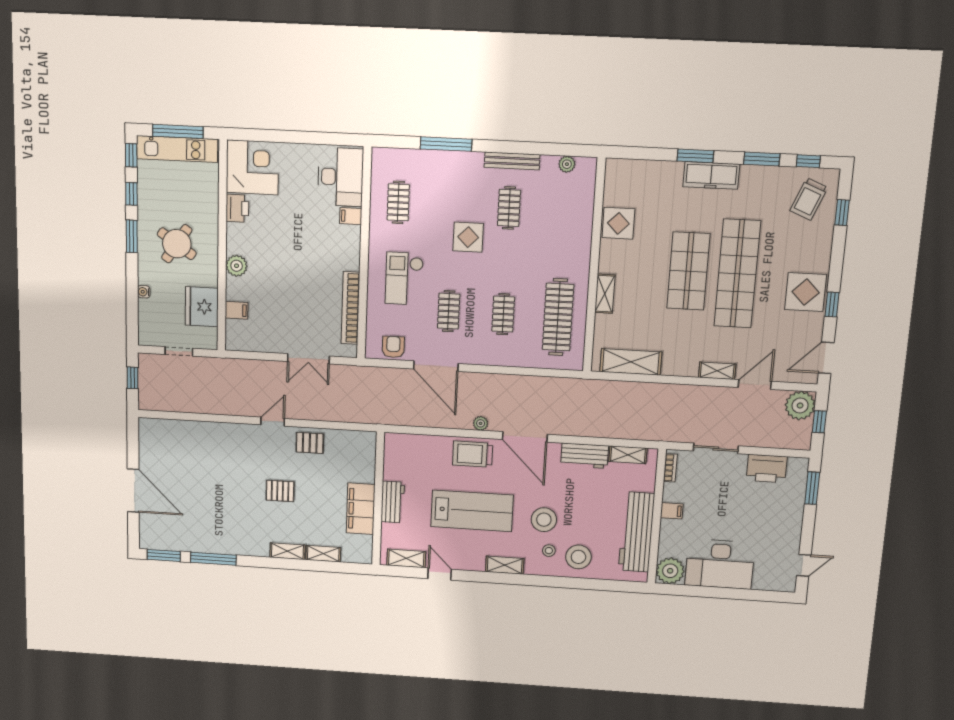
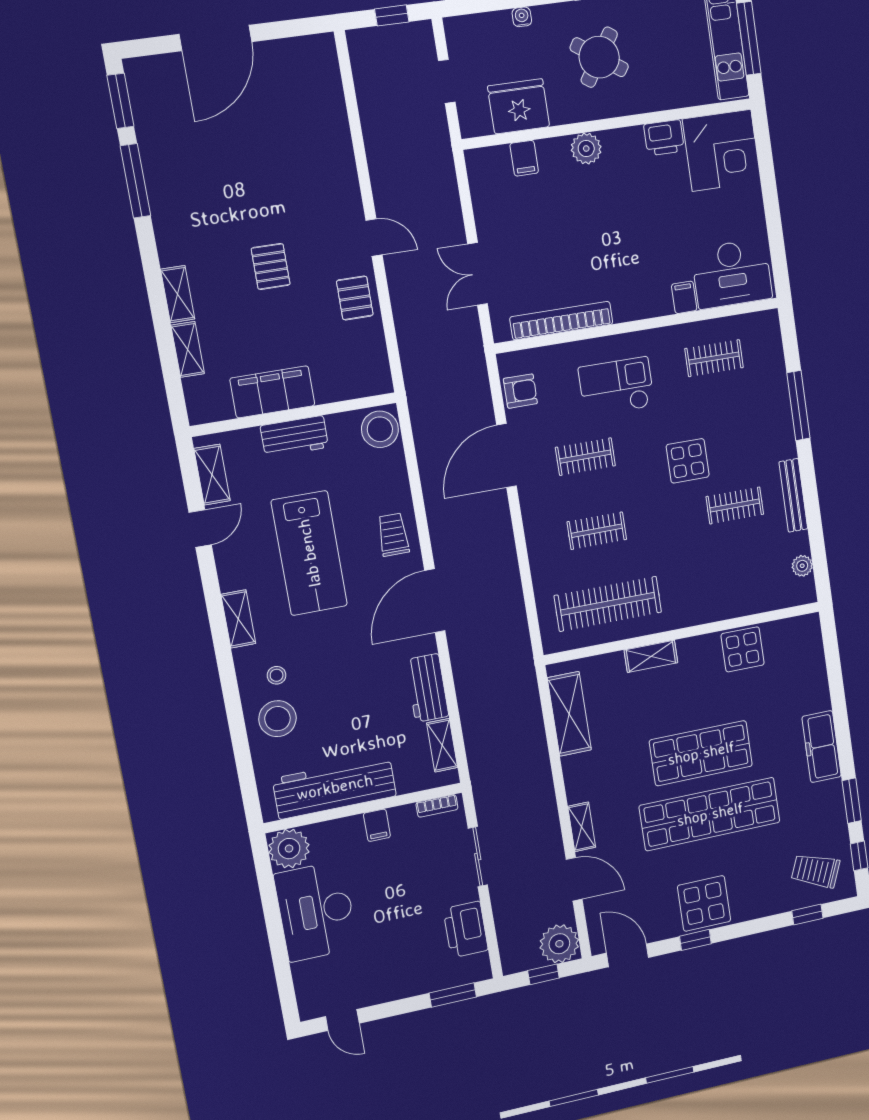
window: (695, 156) -> (841, 721), removed
plant: (481, 423) -> (440, 535), removed
trolley: (473, 454) -> (393, 535), width x0.73, depth x0.72
stool: (544, 520) -> (380, 429), moved

